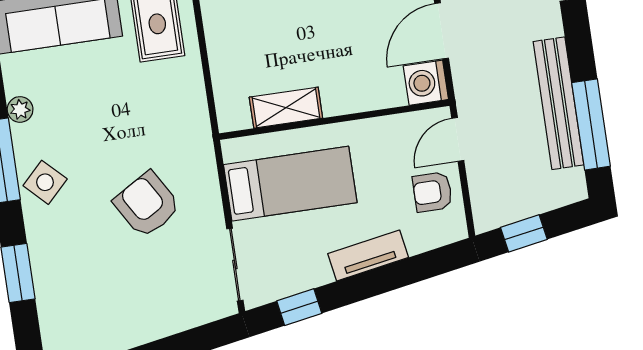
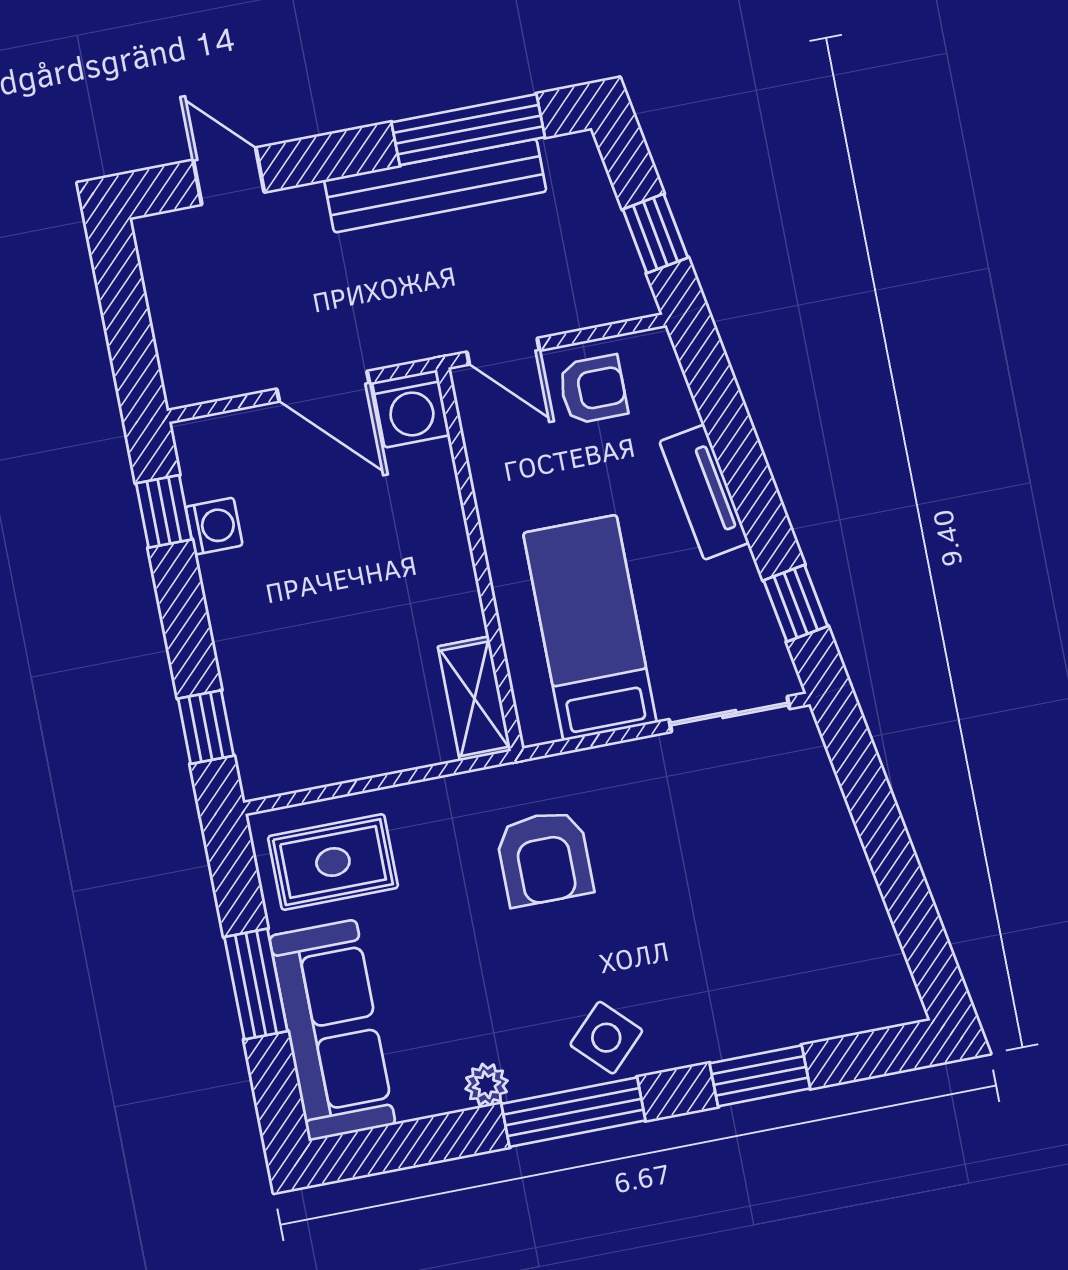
shelving: (286, 108) -> (475, 699), moved
armchair: (432, 192) -> (593, 389), turned -90
armchair: (147, 205) -> (544, 858), moved, turned -59

